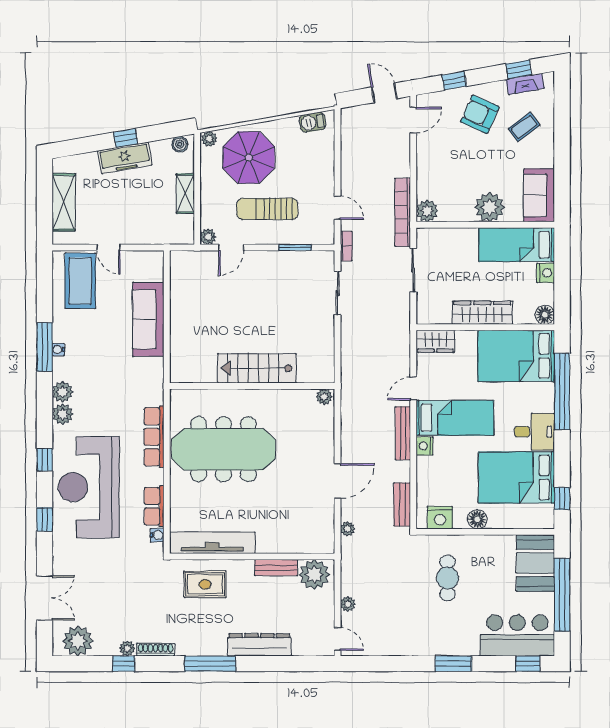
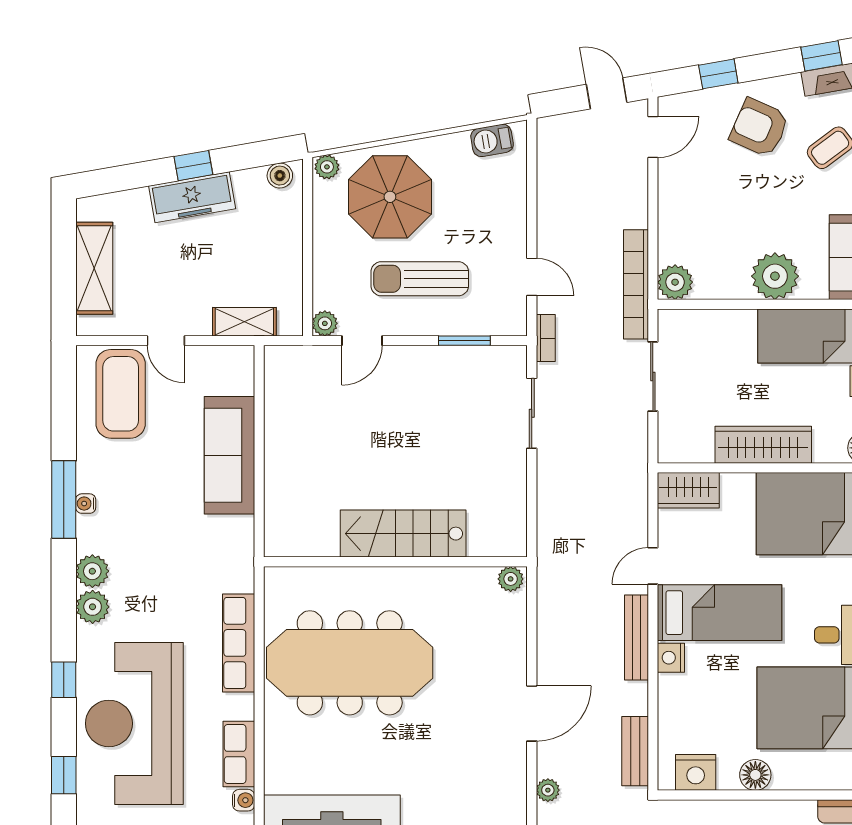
shelving: (185, 194) -> (244, 322), moved, turned 90

